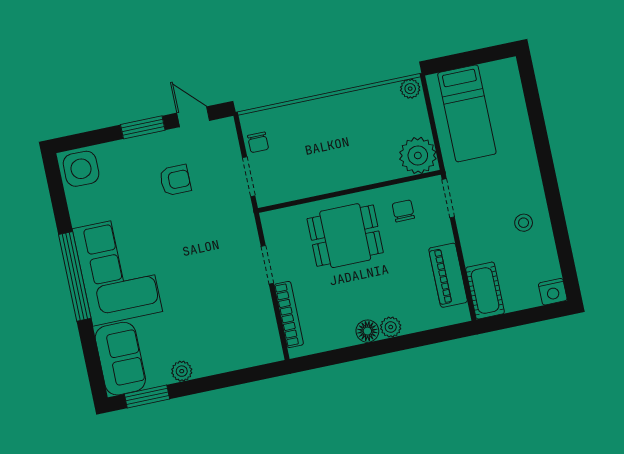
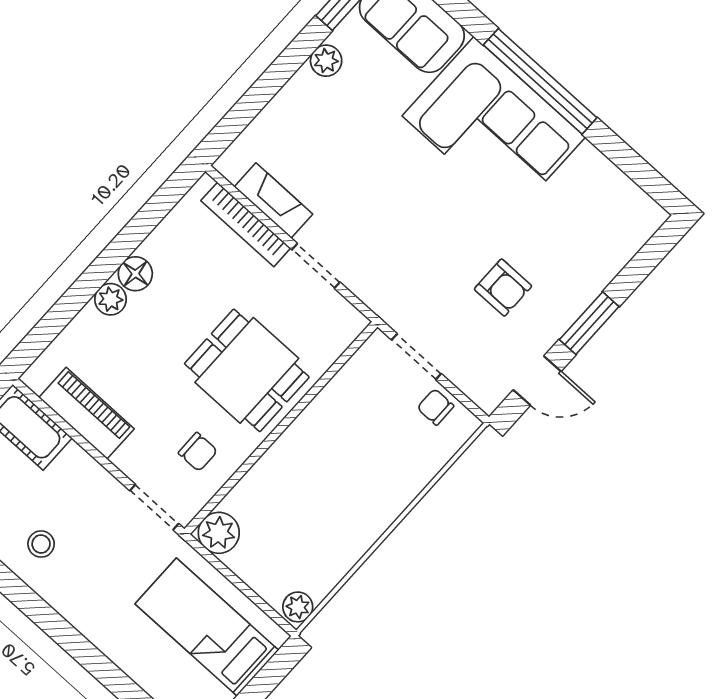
plant: (418, 155) -> (219, 533), width x0.73, depth x0.73
side table: (81, 169) -> (628, 218), removed
armchair: (175, 180) -> (503, 288), turned -90
dining table: (345, 236) -> (247, 370), turned 90
fireplace: (265, 316) -> (273, 201), added

